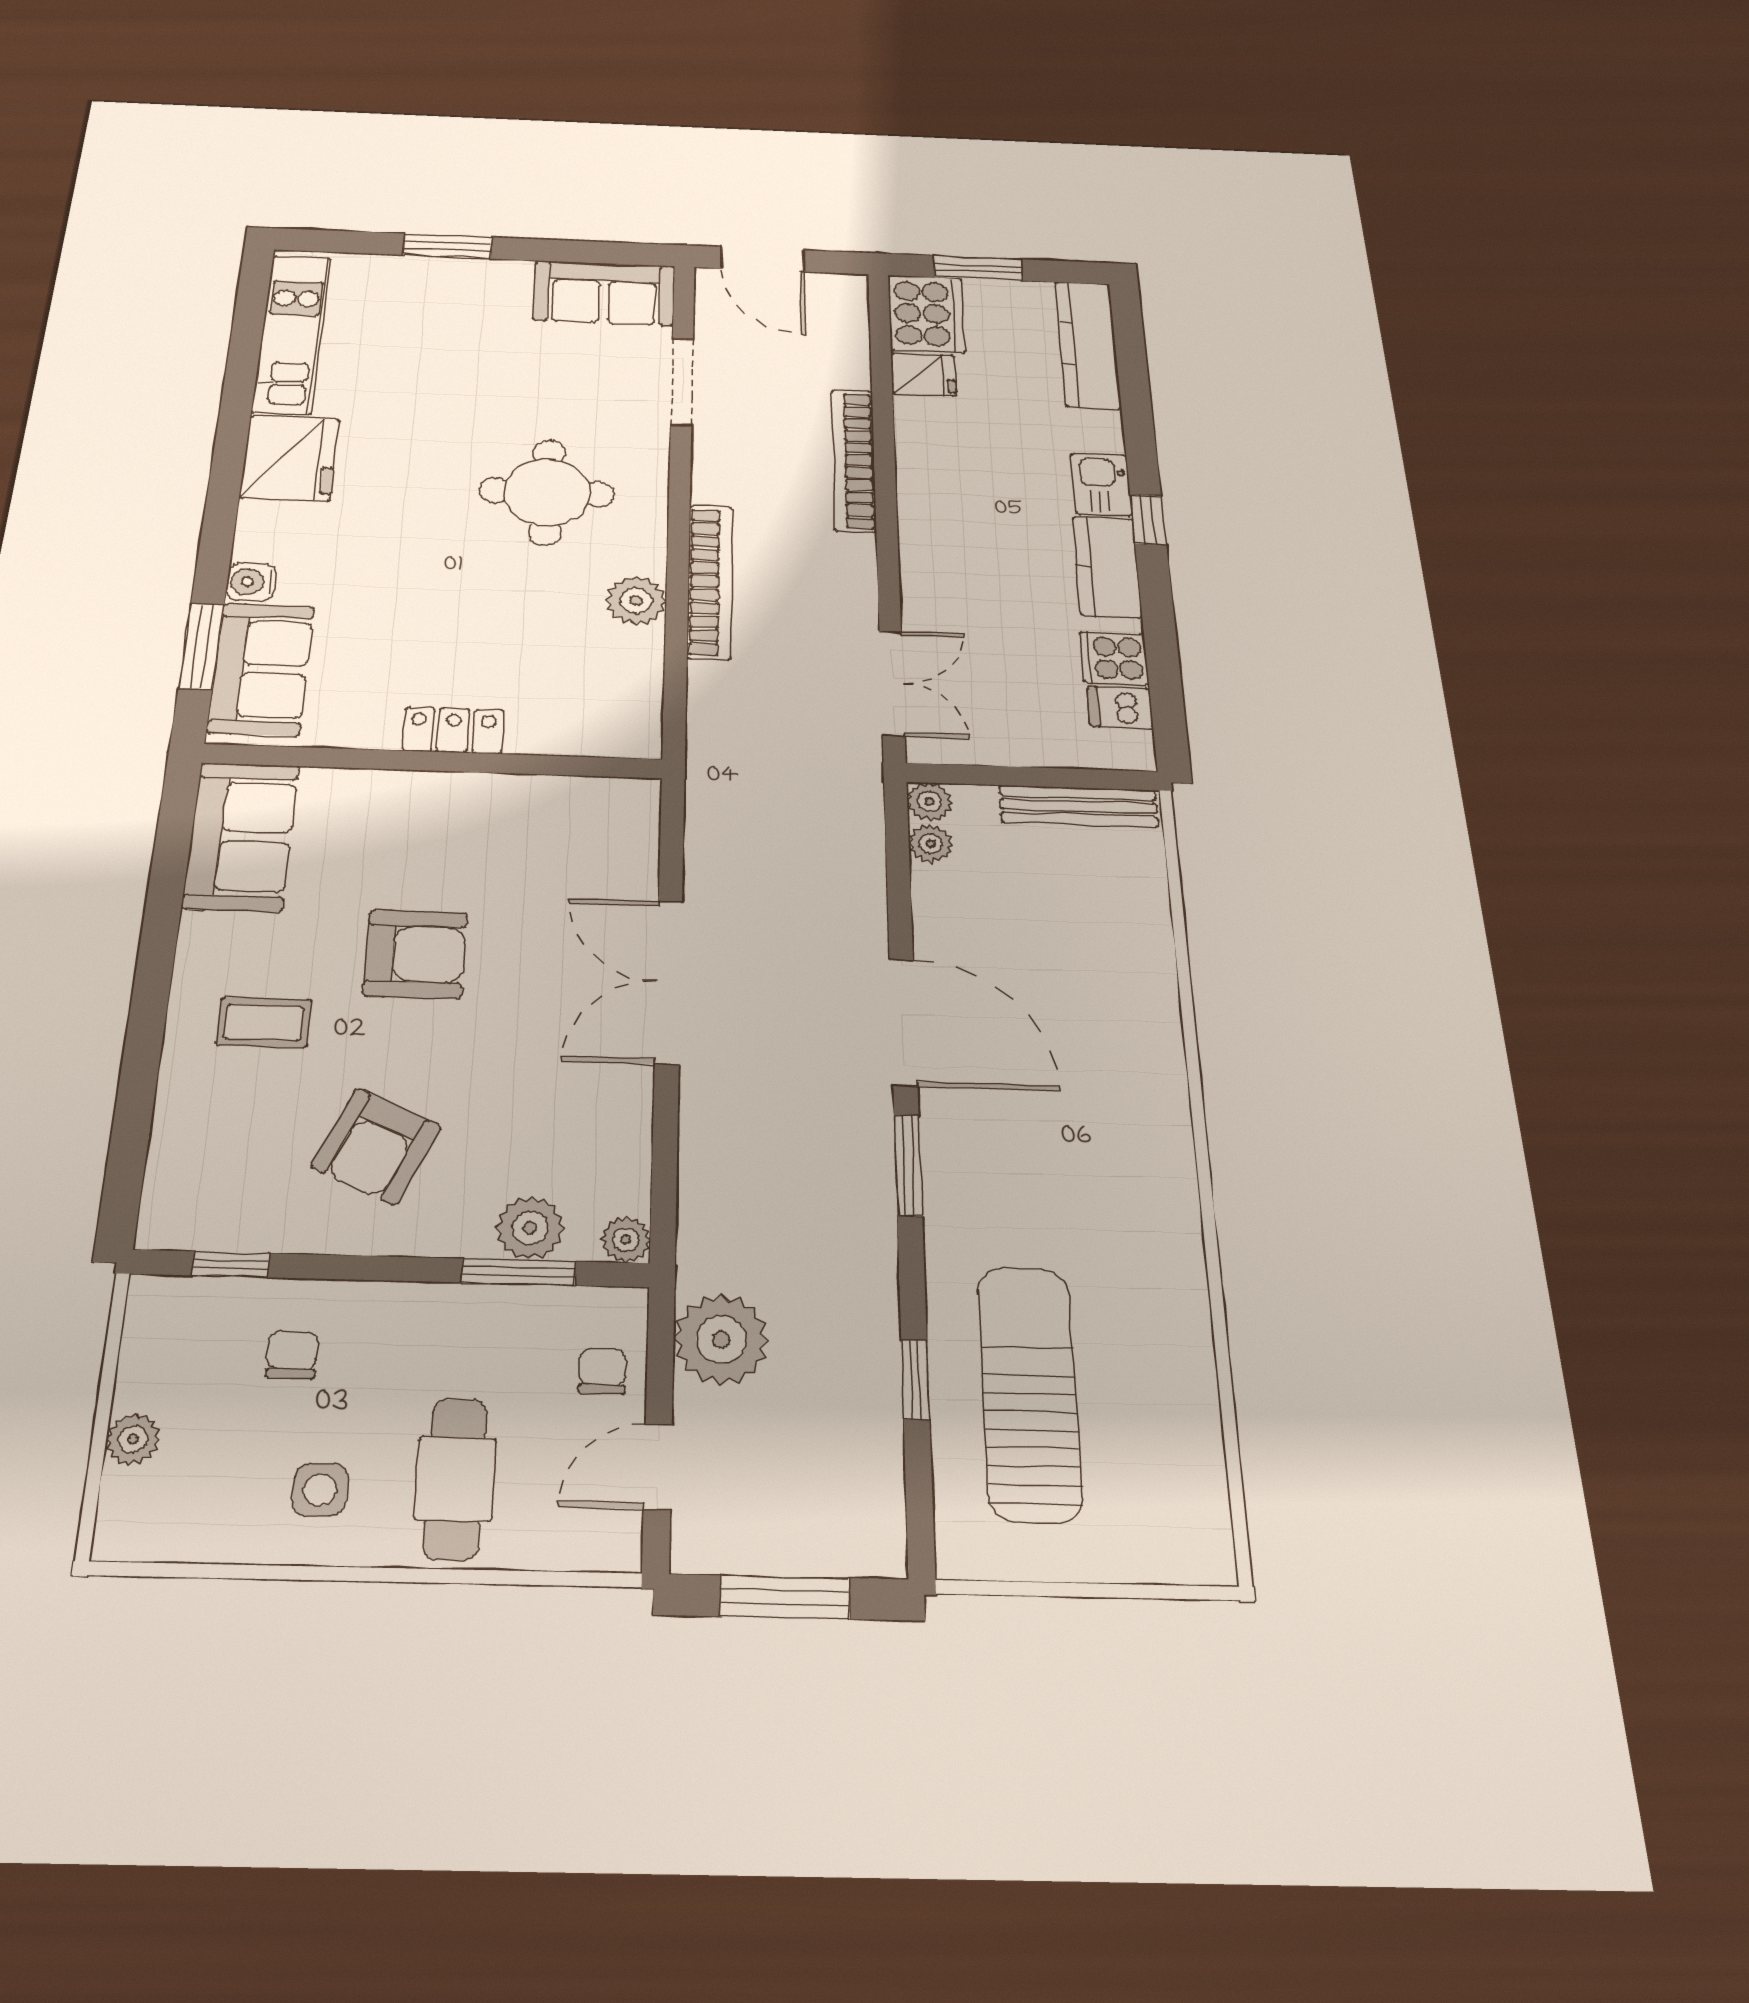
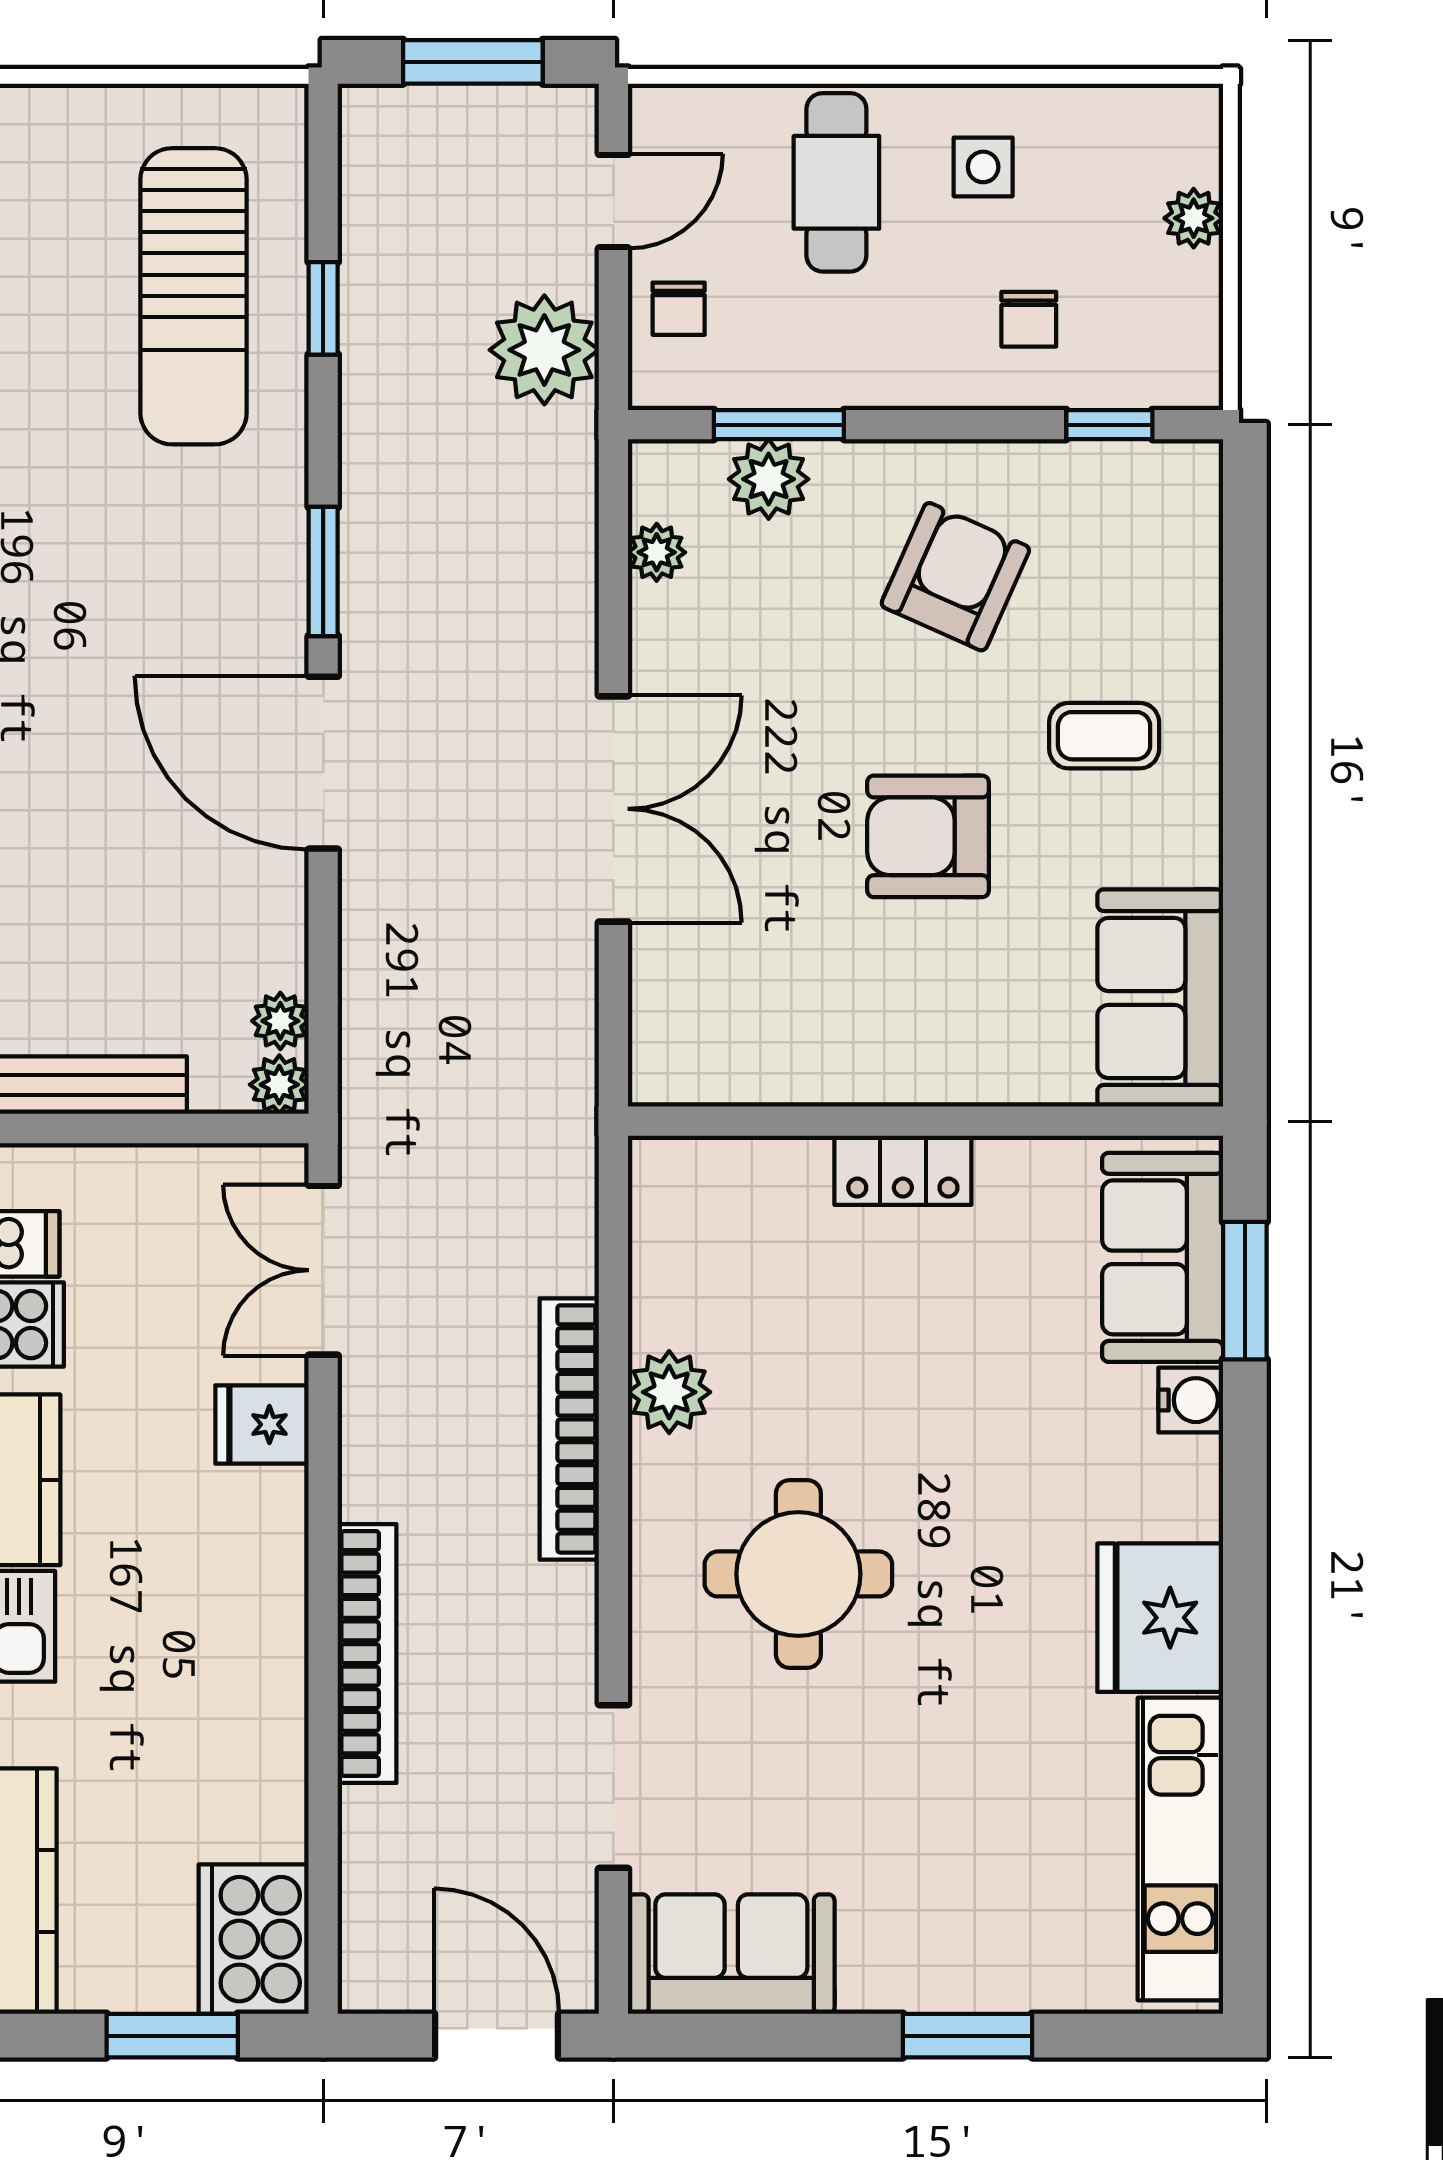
fridge: (923, 375) -> (262, 1424), moved
plant: (626, 1240) -> (657, 552), moved

